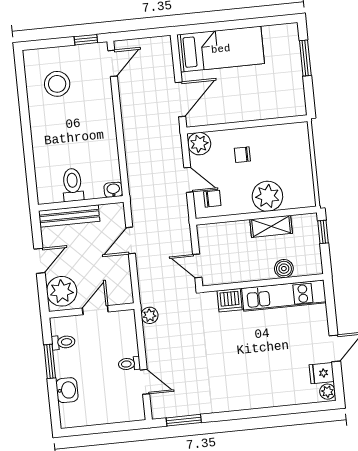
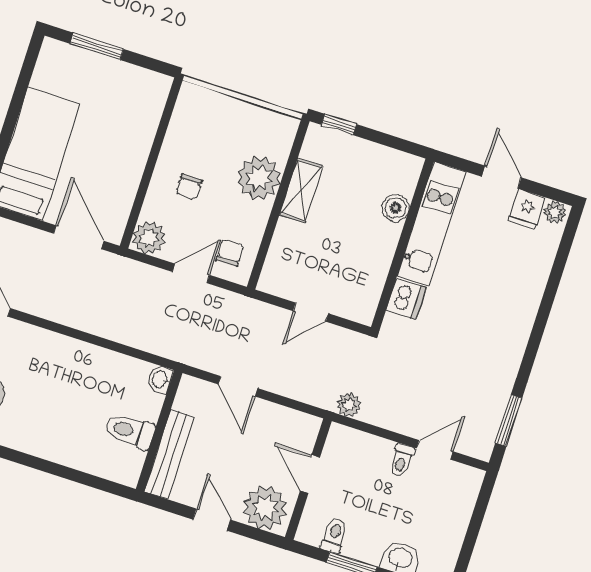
boiler: (284, 269) -> (395, 208), moved
wall: (263, 283) -> (403, 244), moved
kitchen unit: (284, 296) -> (431, 224), moved
dishwasher: (230, 300) -> (406, 299), moved

